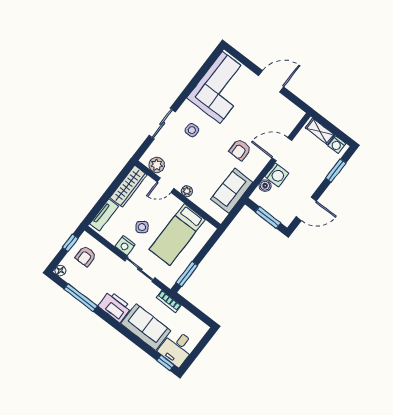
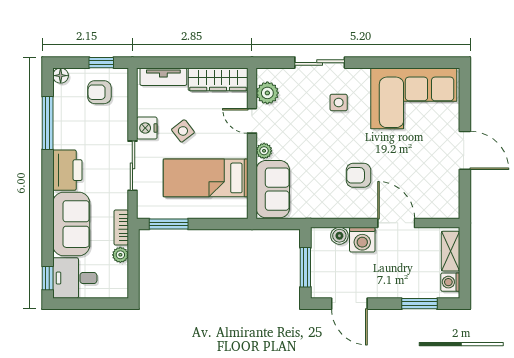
sofa: (232, 191) -> (273, 189), moved, turned 90
plant: (183, 313) -> (120, 255), added

